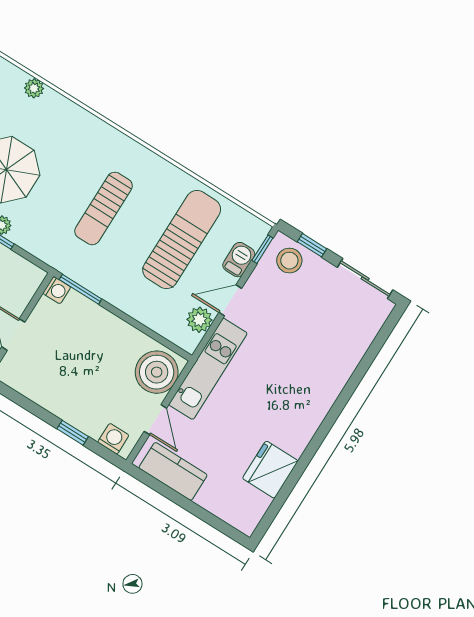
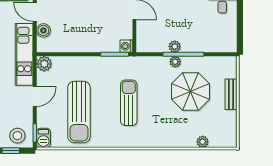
barbecue: (239, 260) -> (43, 138), moved
plant: (199, 320) -> (44, 64), moved
boiler: (157, 372) -> (43, 30), width x0.54, depth x0.54

